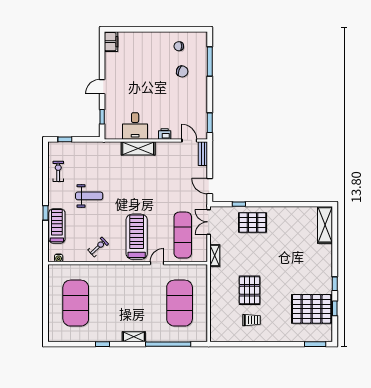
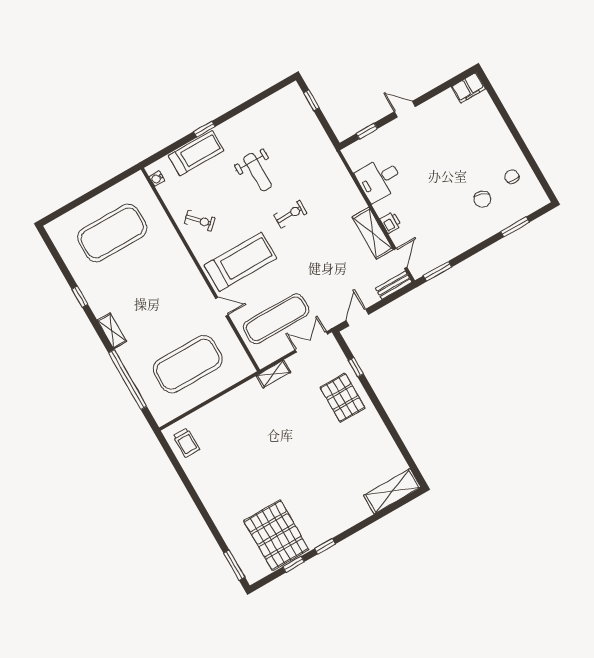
window: (210, 61) -> (515, 227), width x0.69
shelving: (138, 148) -> (373, 233), moved
exercise bike: (58, 171) -> (290, 214), moved
pallet: (250, 290) -> (255, 443), removed
trolley: (252, 320) -> (186, 443), moved

